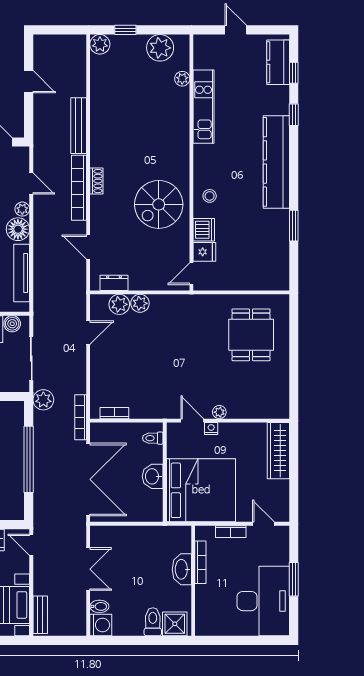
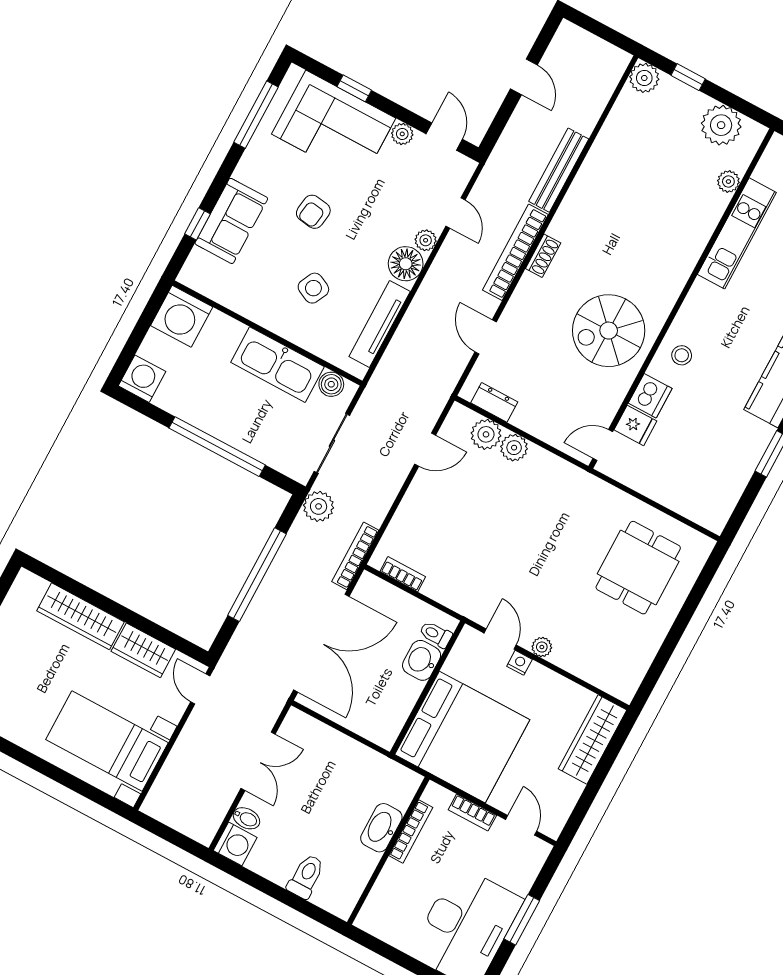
washbasin: (153, 476) -> (422, 660), moved
bench: (40, 615) -> (163, 787), removed
shower: (175, 624) -> (334, 895), removed

